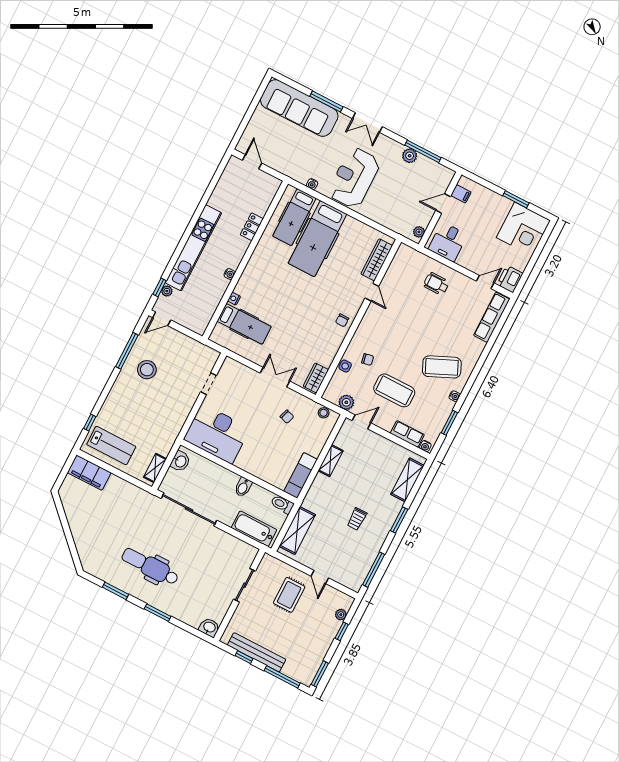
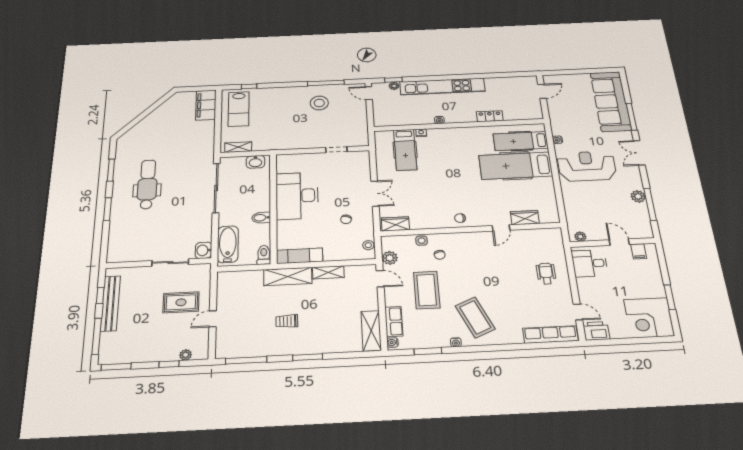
wardrobe: (377, 260) -> (525, 218), width x0.67
desk: (217, 434) -> (297, 196), moved
shelving: (407, 480) -> (371, 331), moved, turned 90
shelving: (297, 531) -> (288, 277), moved
washbasin: (209, 627) -> (203, 250), moved, turned 180

